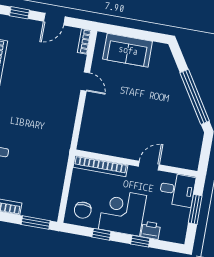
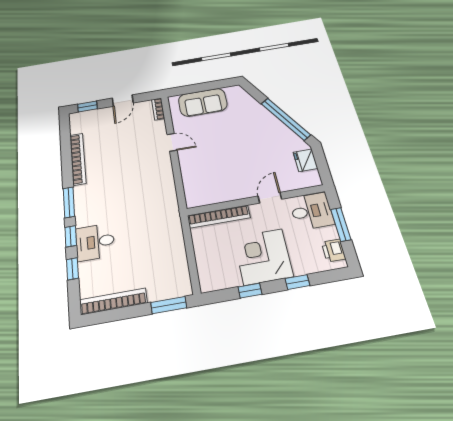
fridge: (193, 143) -> (305, 160), added
chair: (83, 210) -> (218, 271), removed
printer: (151, 230) -> (334, 250), moved, turned -90

